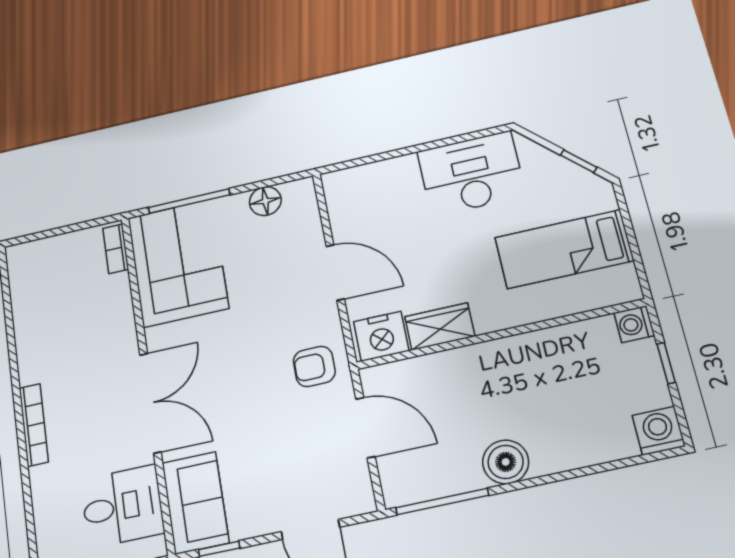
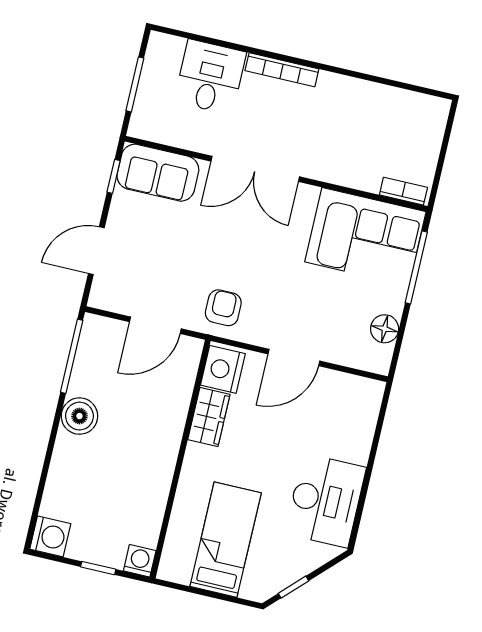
desk: (122, 506) -> (210, 77), moved, turned 180

